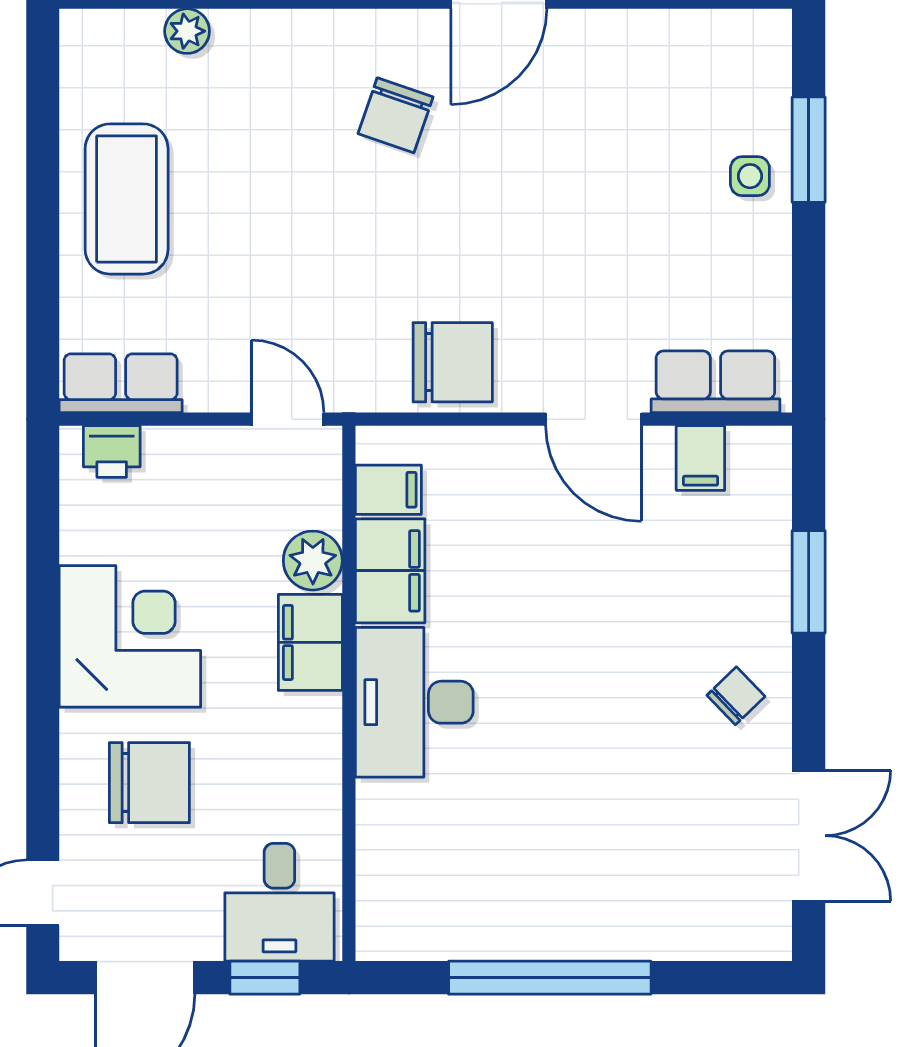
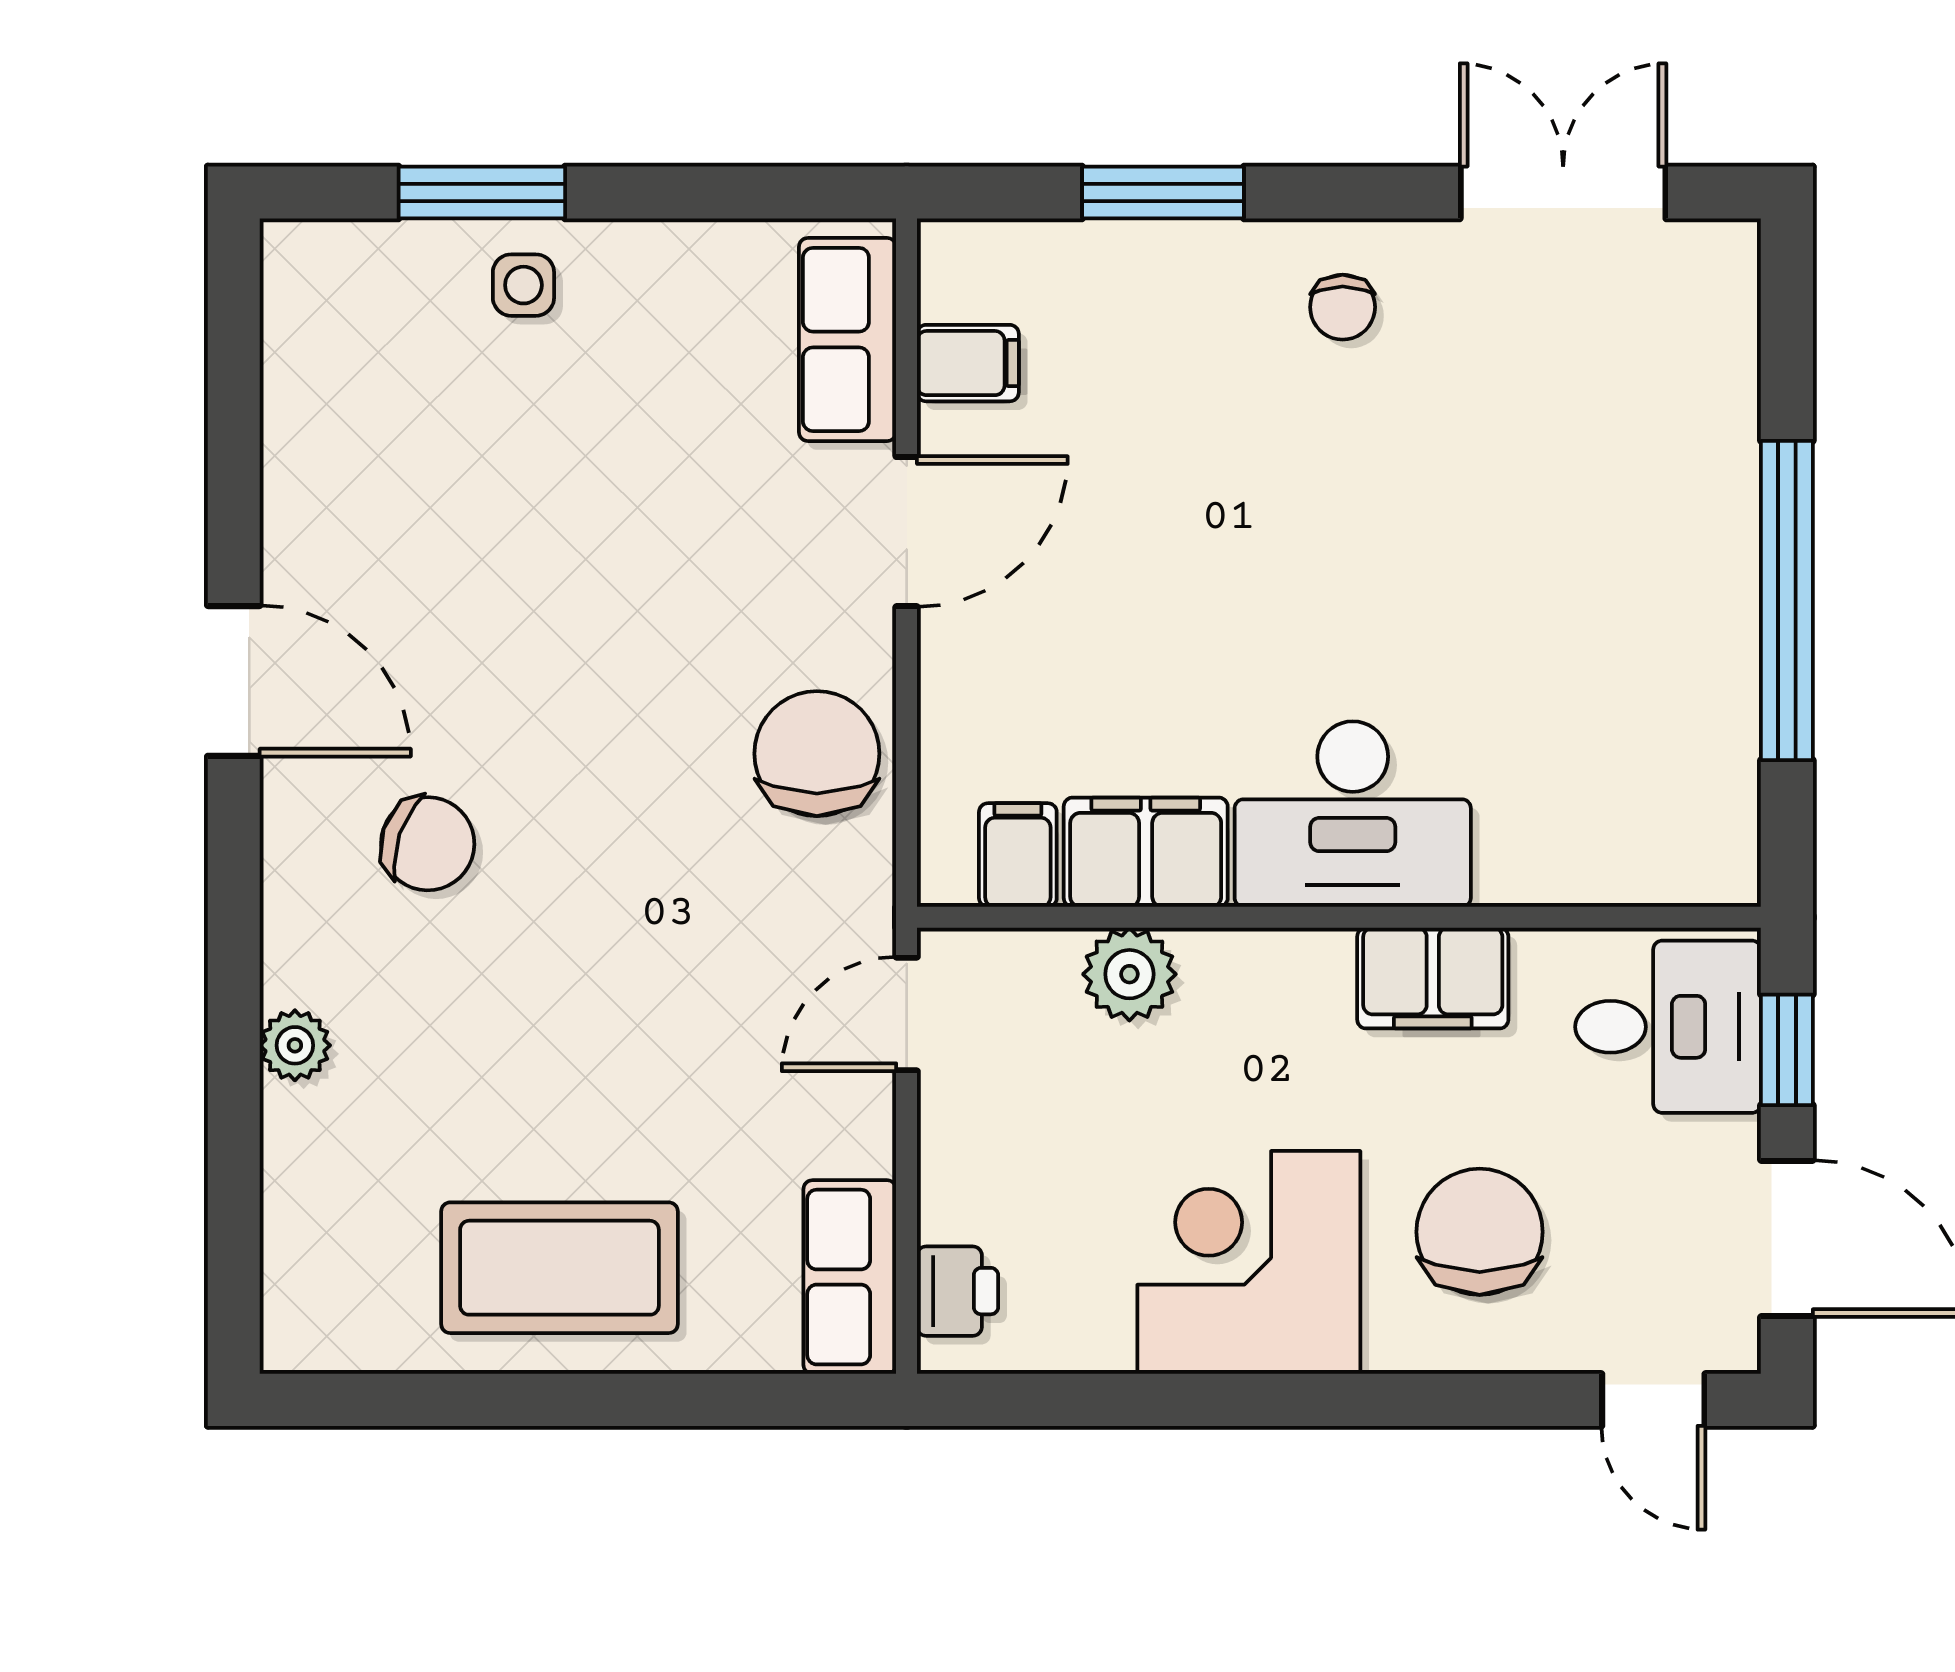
plant: (187, 31) -> (295, 1045), moved
filing cabinet: (310, 642) -> (1433, 978), moved
chair: (736, 696) -> (1343, 307), turned -136

